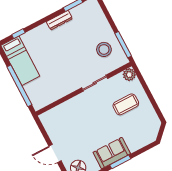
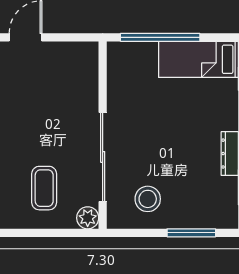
window: (123, 45) -> (191, 233), moved
sliding door: (95, 83) -> (103, 157), width x1.86

